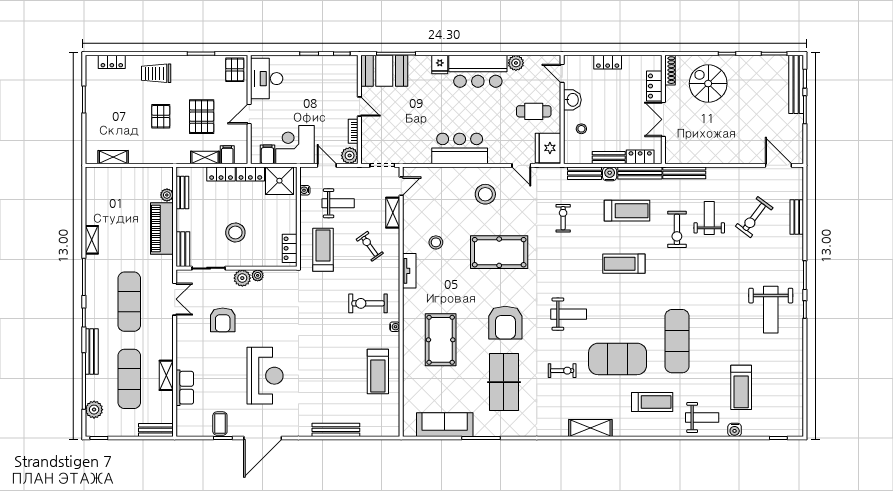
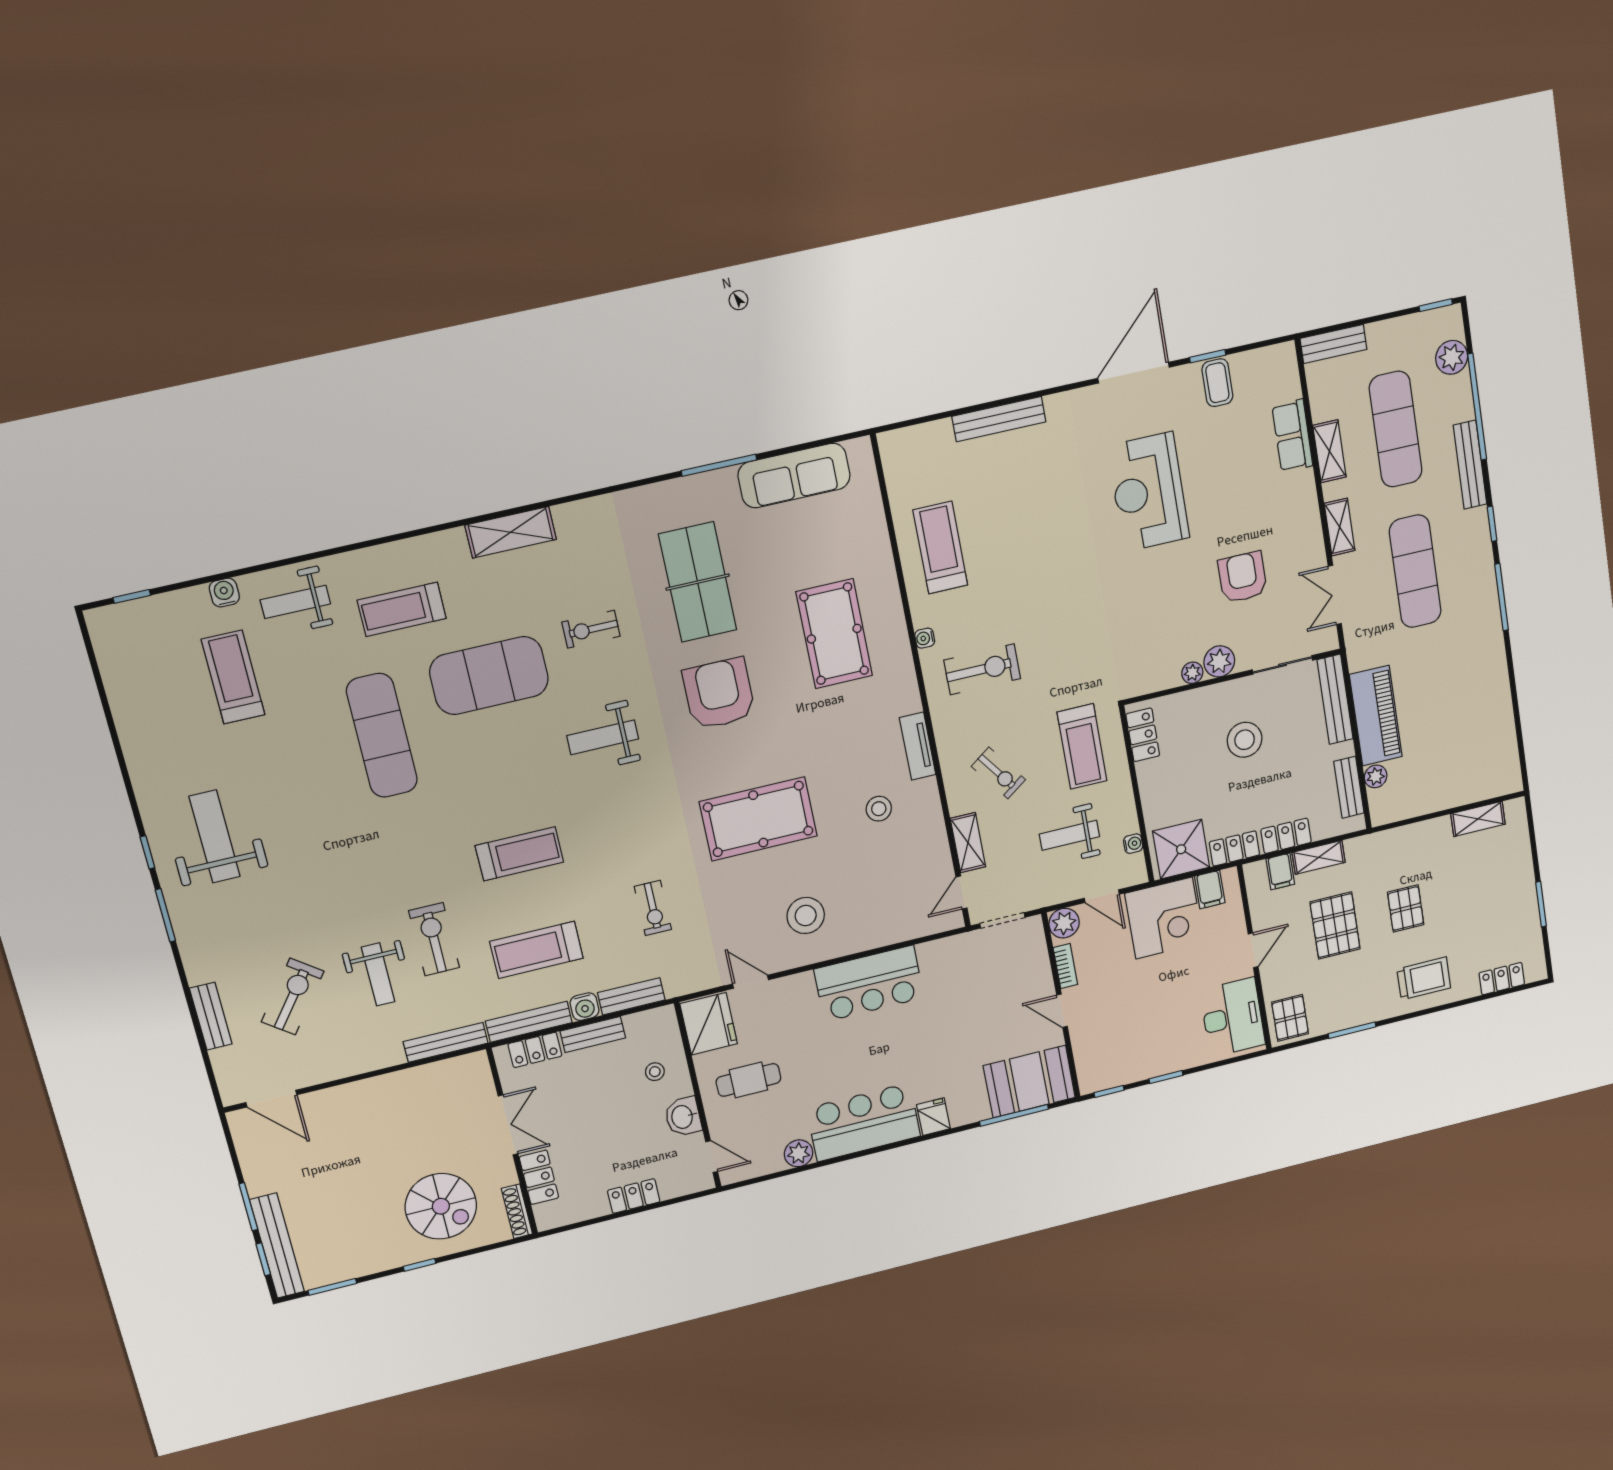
shelving: (92, 240) -> (1339, 527), moved
bench: (183, 249) -> (1335, 699), width x1.36

